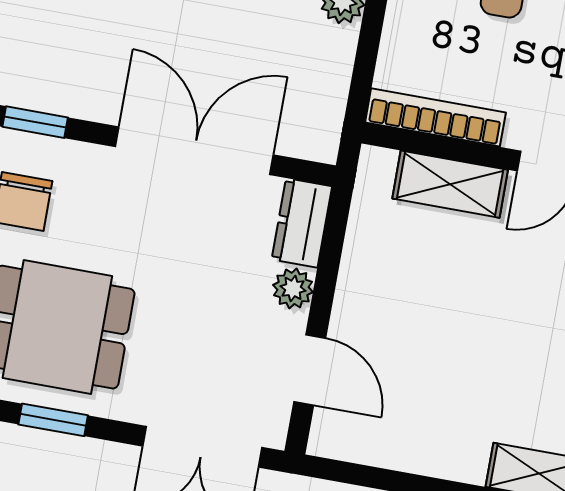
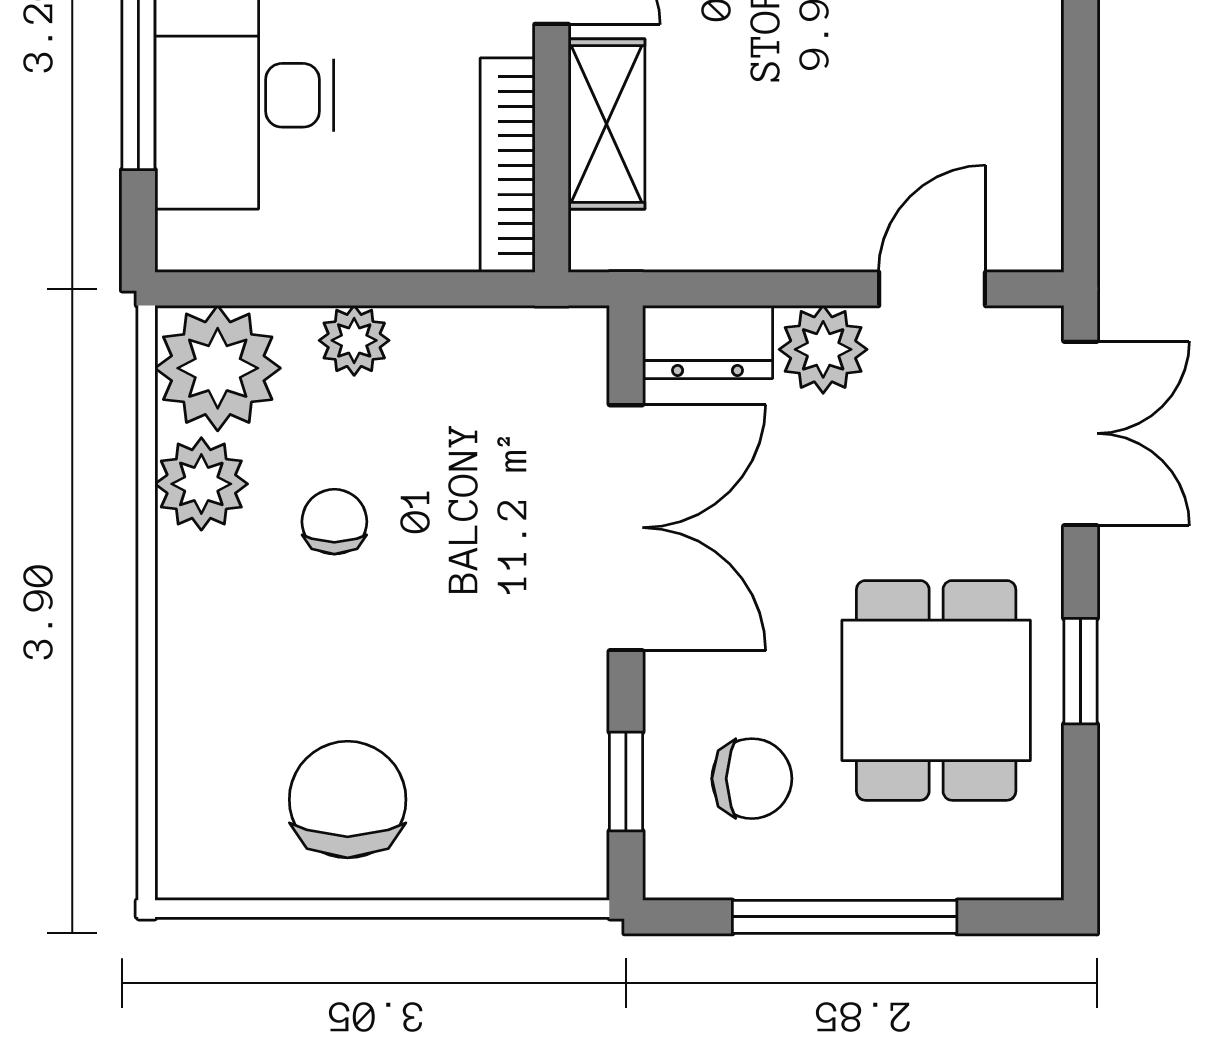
double door: (194, 151) -> (626, 528), swing flipped
plant: (293, 288) -> (823, 349), width x1.38, depth x1.38

